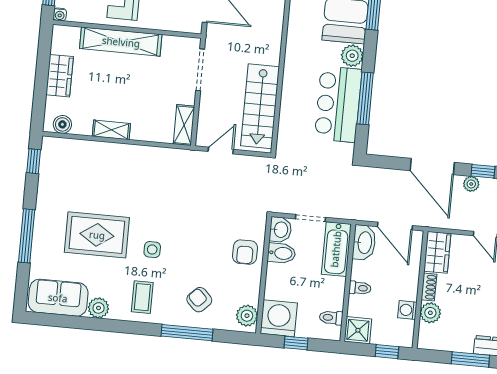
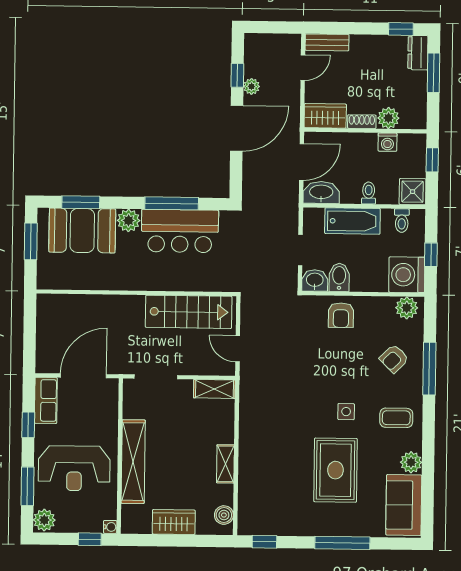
bathtub: (336, 249) -> (352, 221), moved
armchair: (245, 252) -> (341, 315), turned 90

